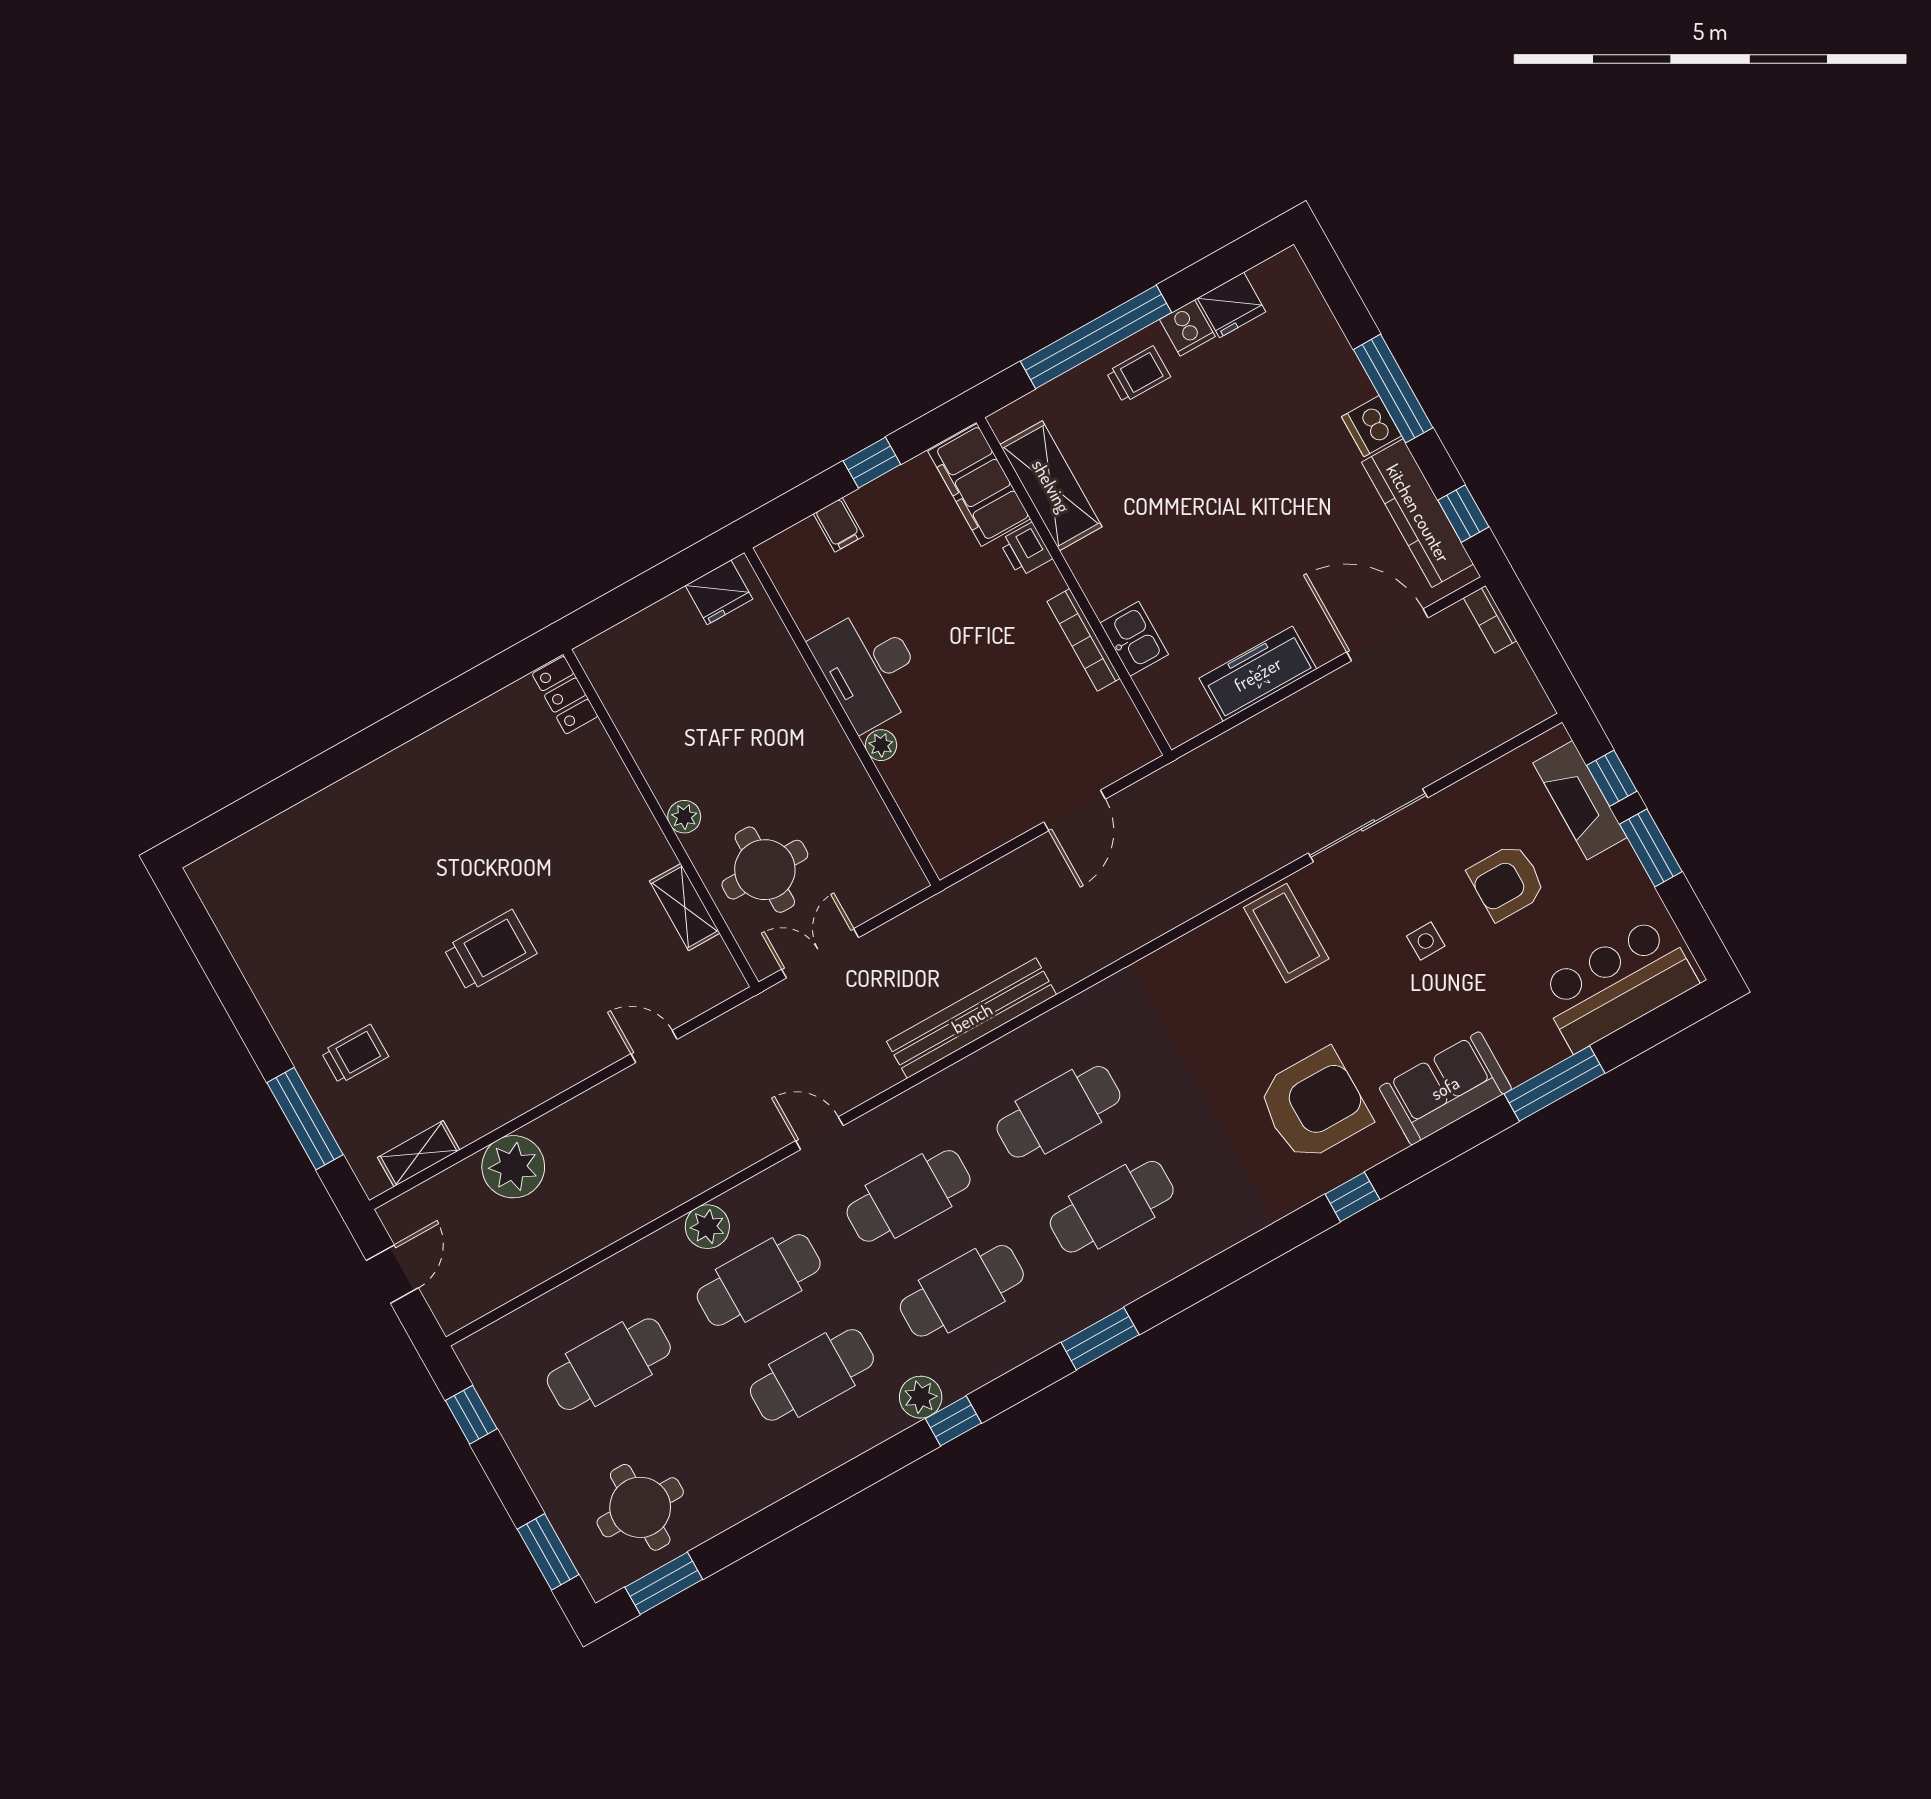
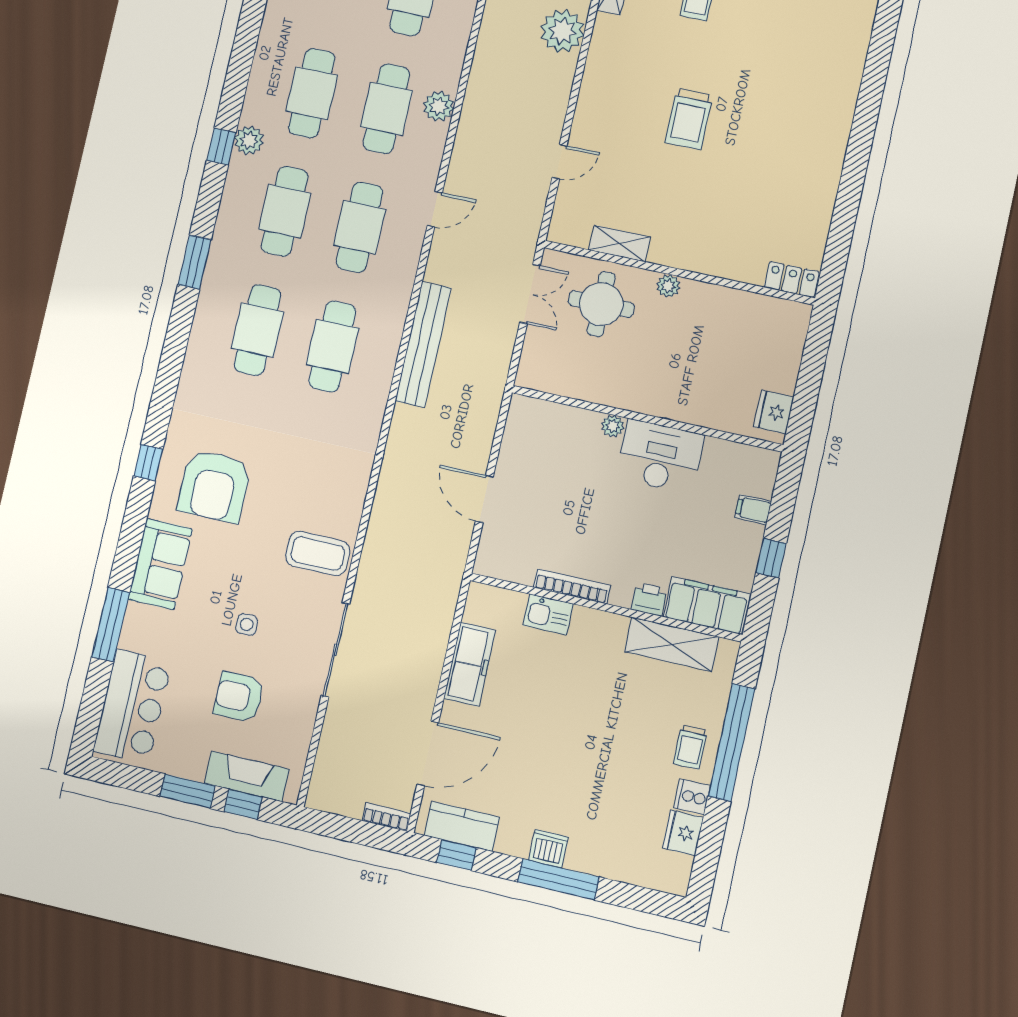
kitchen counter: (1418, 513) -> (462, 826), width x0.67
armchair: (1507, 882) -> (239, 697), turned -90

